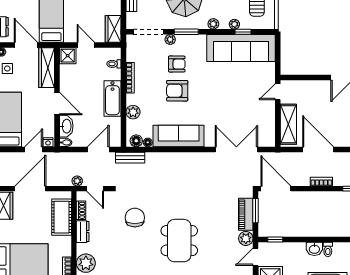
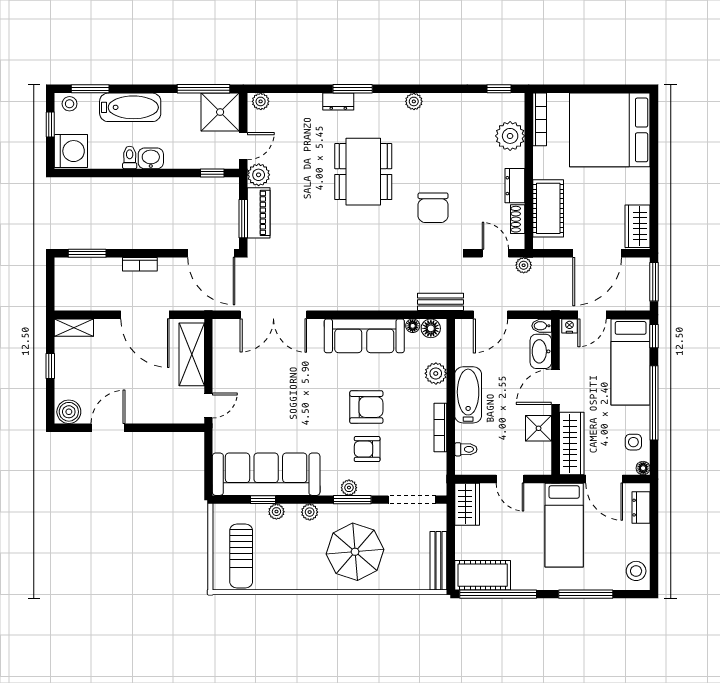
plant: (170, 39) -> (349, 488), moved
shower: (68, 56) -> (539, 428), moved
door: (57, 104) -> (555, 387), hinge flipped

